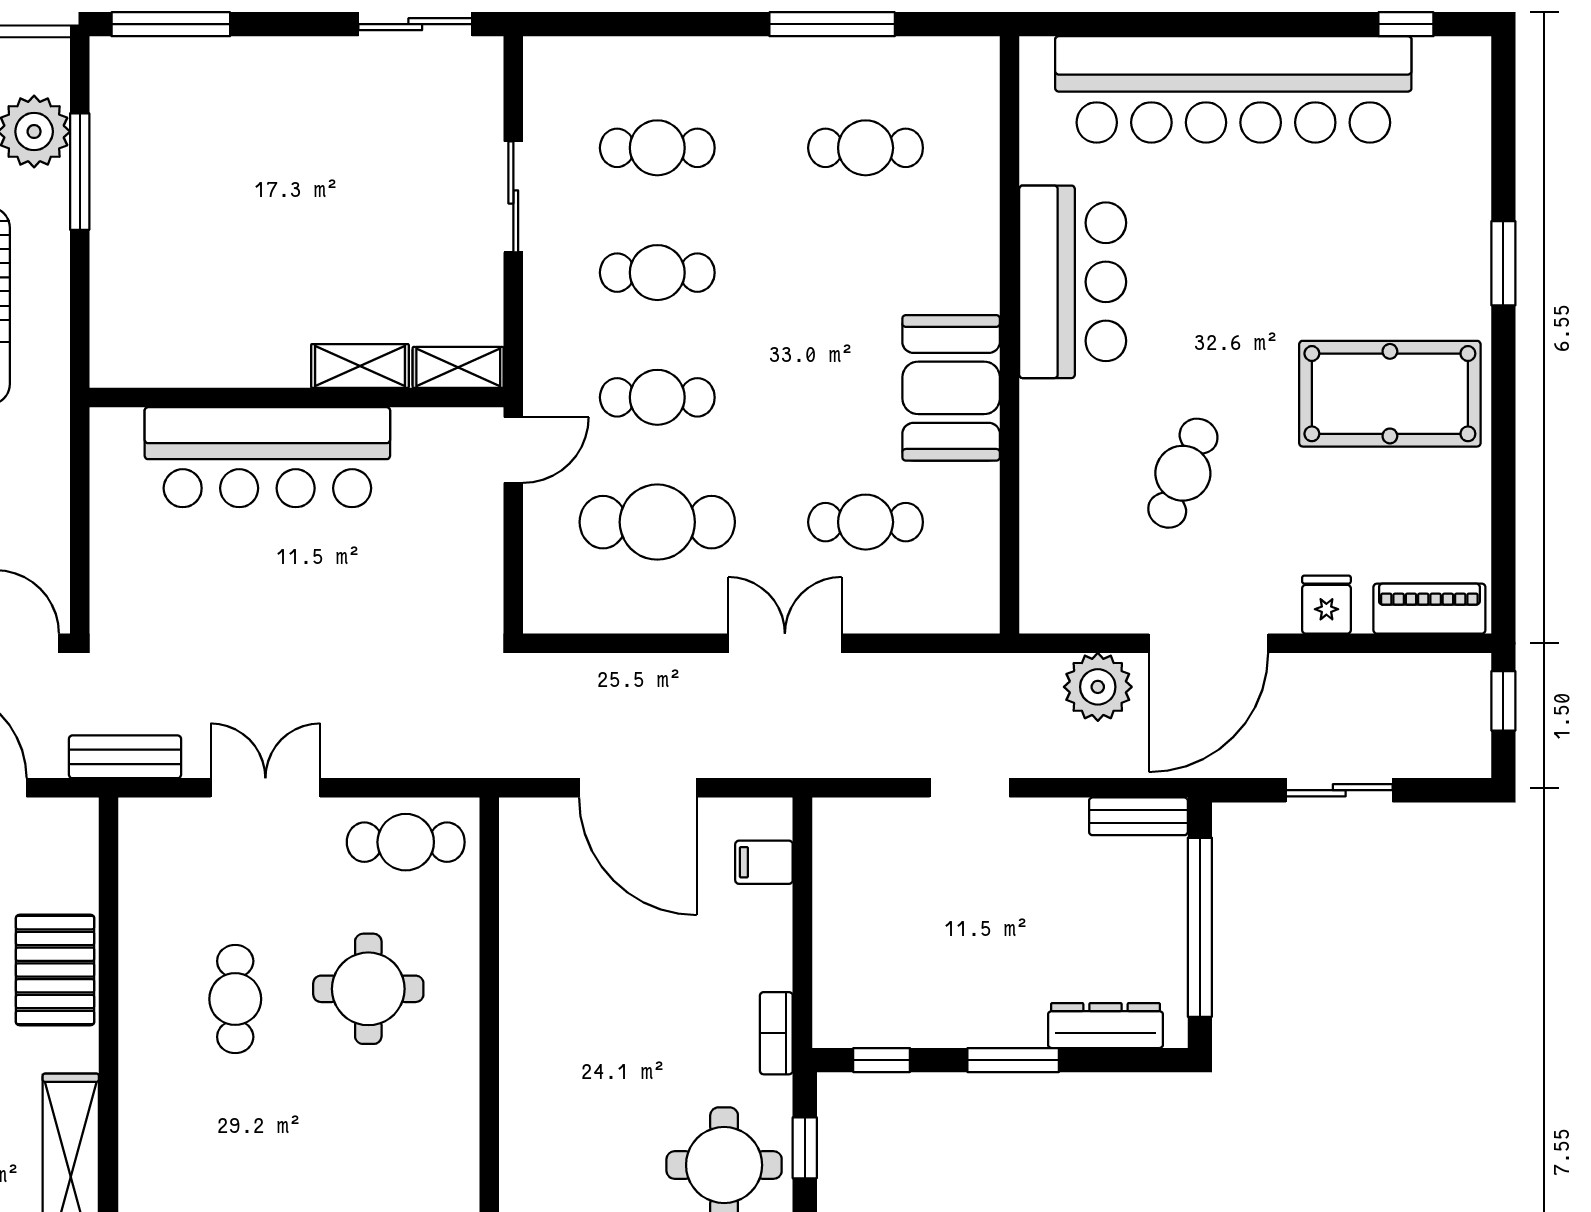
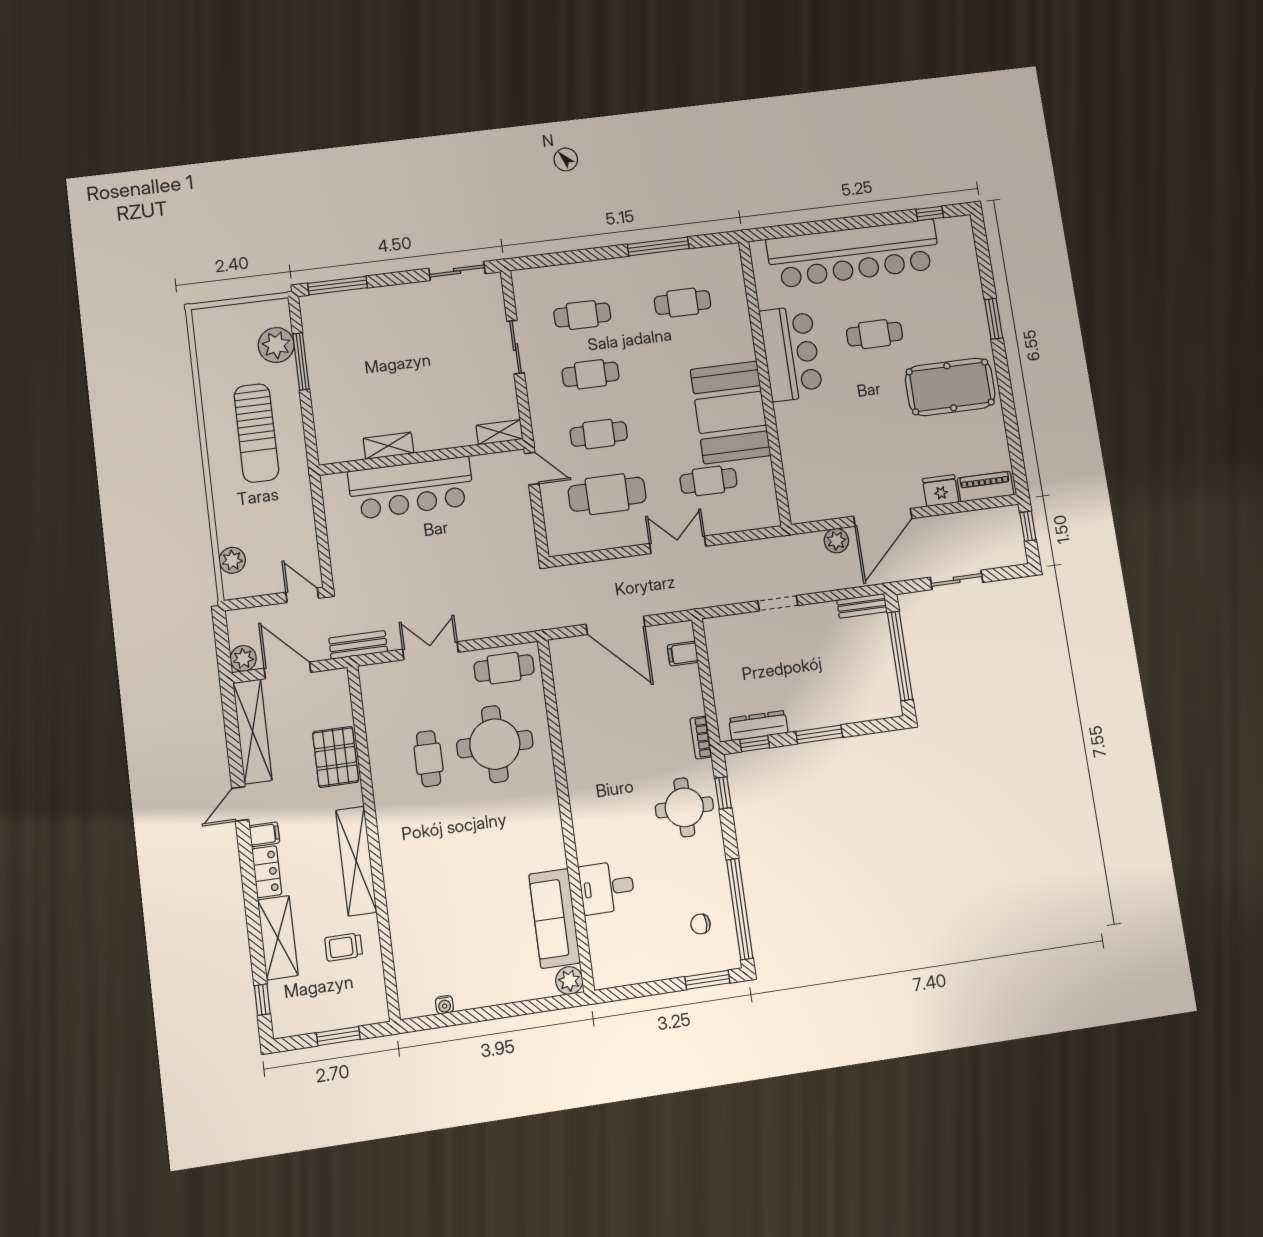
shelving: (360, 366) -> (388, 446), moved
booth: (951, 388) -> (730, 412), width x1.36, depth x1.42
door: (513, 450) -> (532, 469), hinge flipped
cafe table: (1183, 473) -> (875, 334), moved, turned 67
fridge: (1326, 605) -> (941, 491), width x1.38
plant: (1098, 687) -> (836, 541), width x0.73, depth x0.73
round table: (368, 989) -> (495, 744), width x1.36, depth x1.36
dresser: (1105, 1026) -> (758, 726), moved

